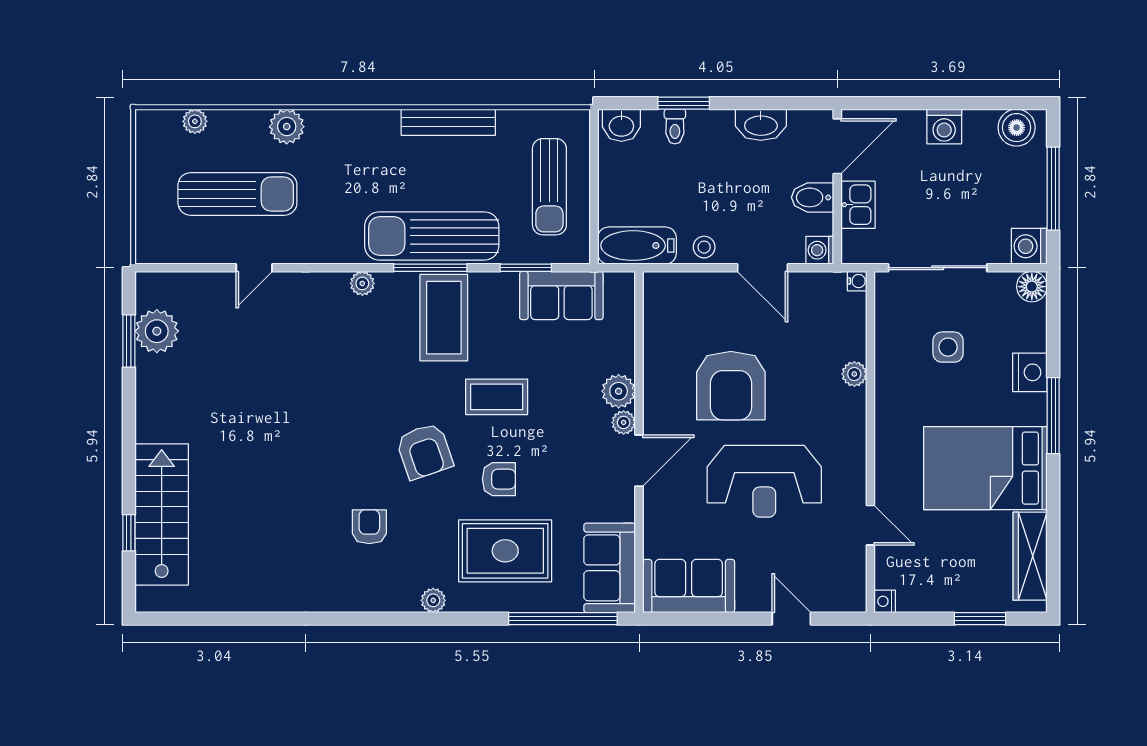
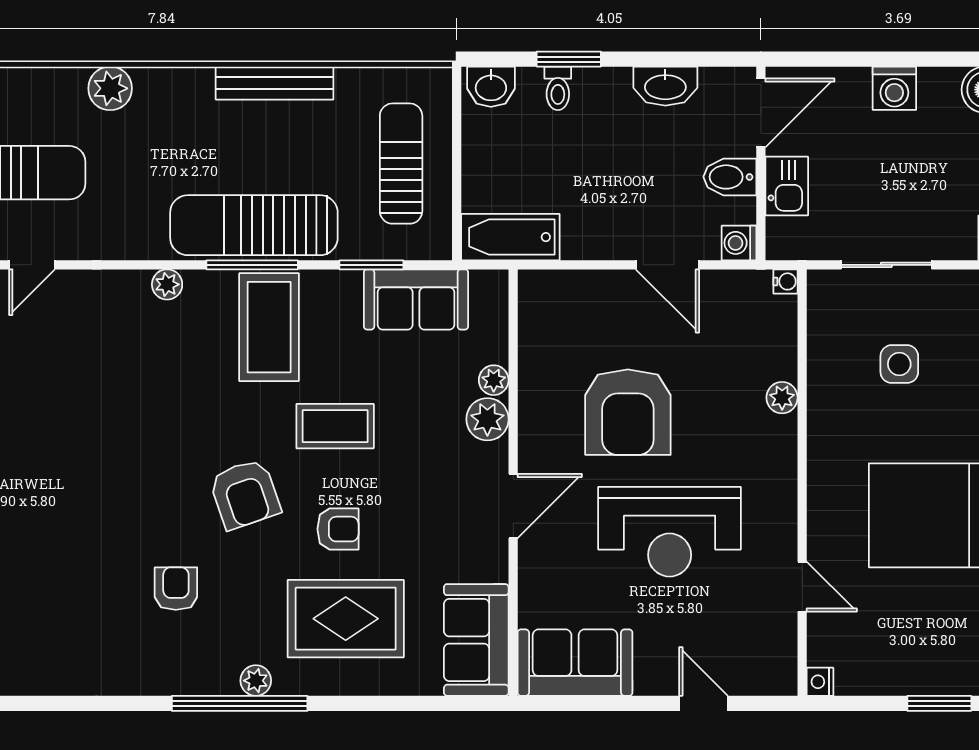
plant: (287, 127) -> (110, 88), moved
sun lounger: (549, 187) -> (401, 164), turned 180
stool: (704, 247) -> (594, 239), removed
sliding door: (938, 268) -> (886, 265), width x0.73
plant: (624, 422) -> (494, 380), moved
window: (563, 619) -> (240, 703), moved

